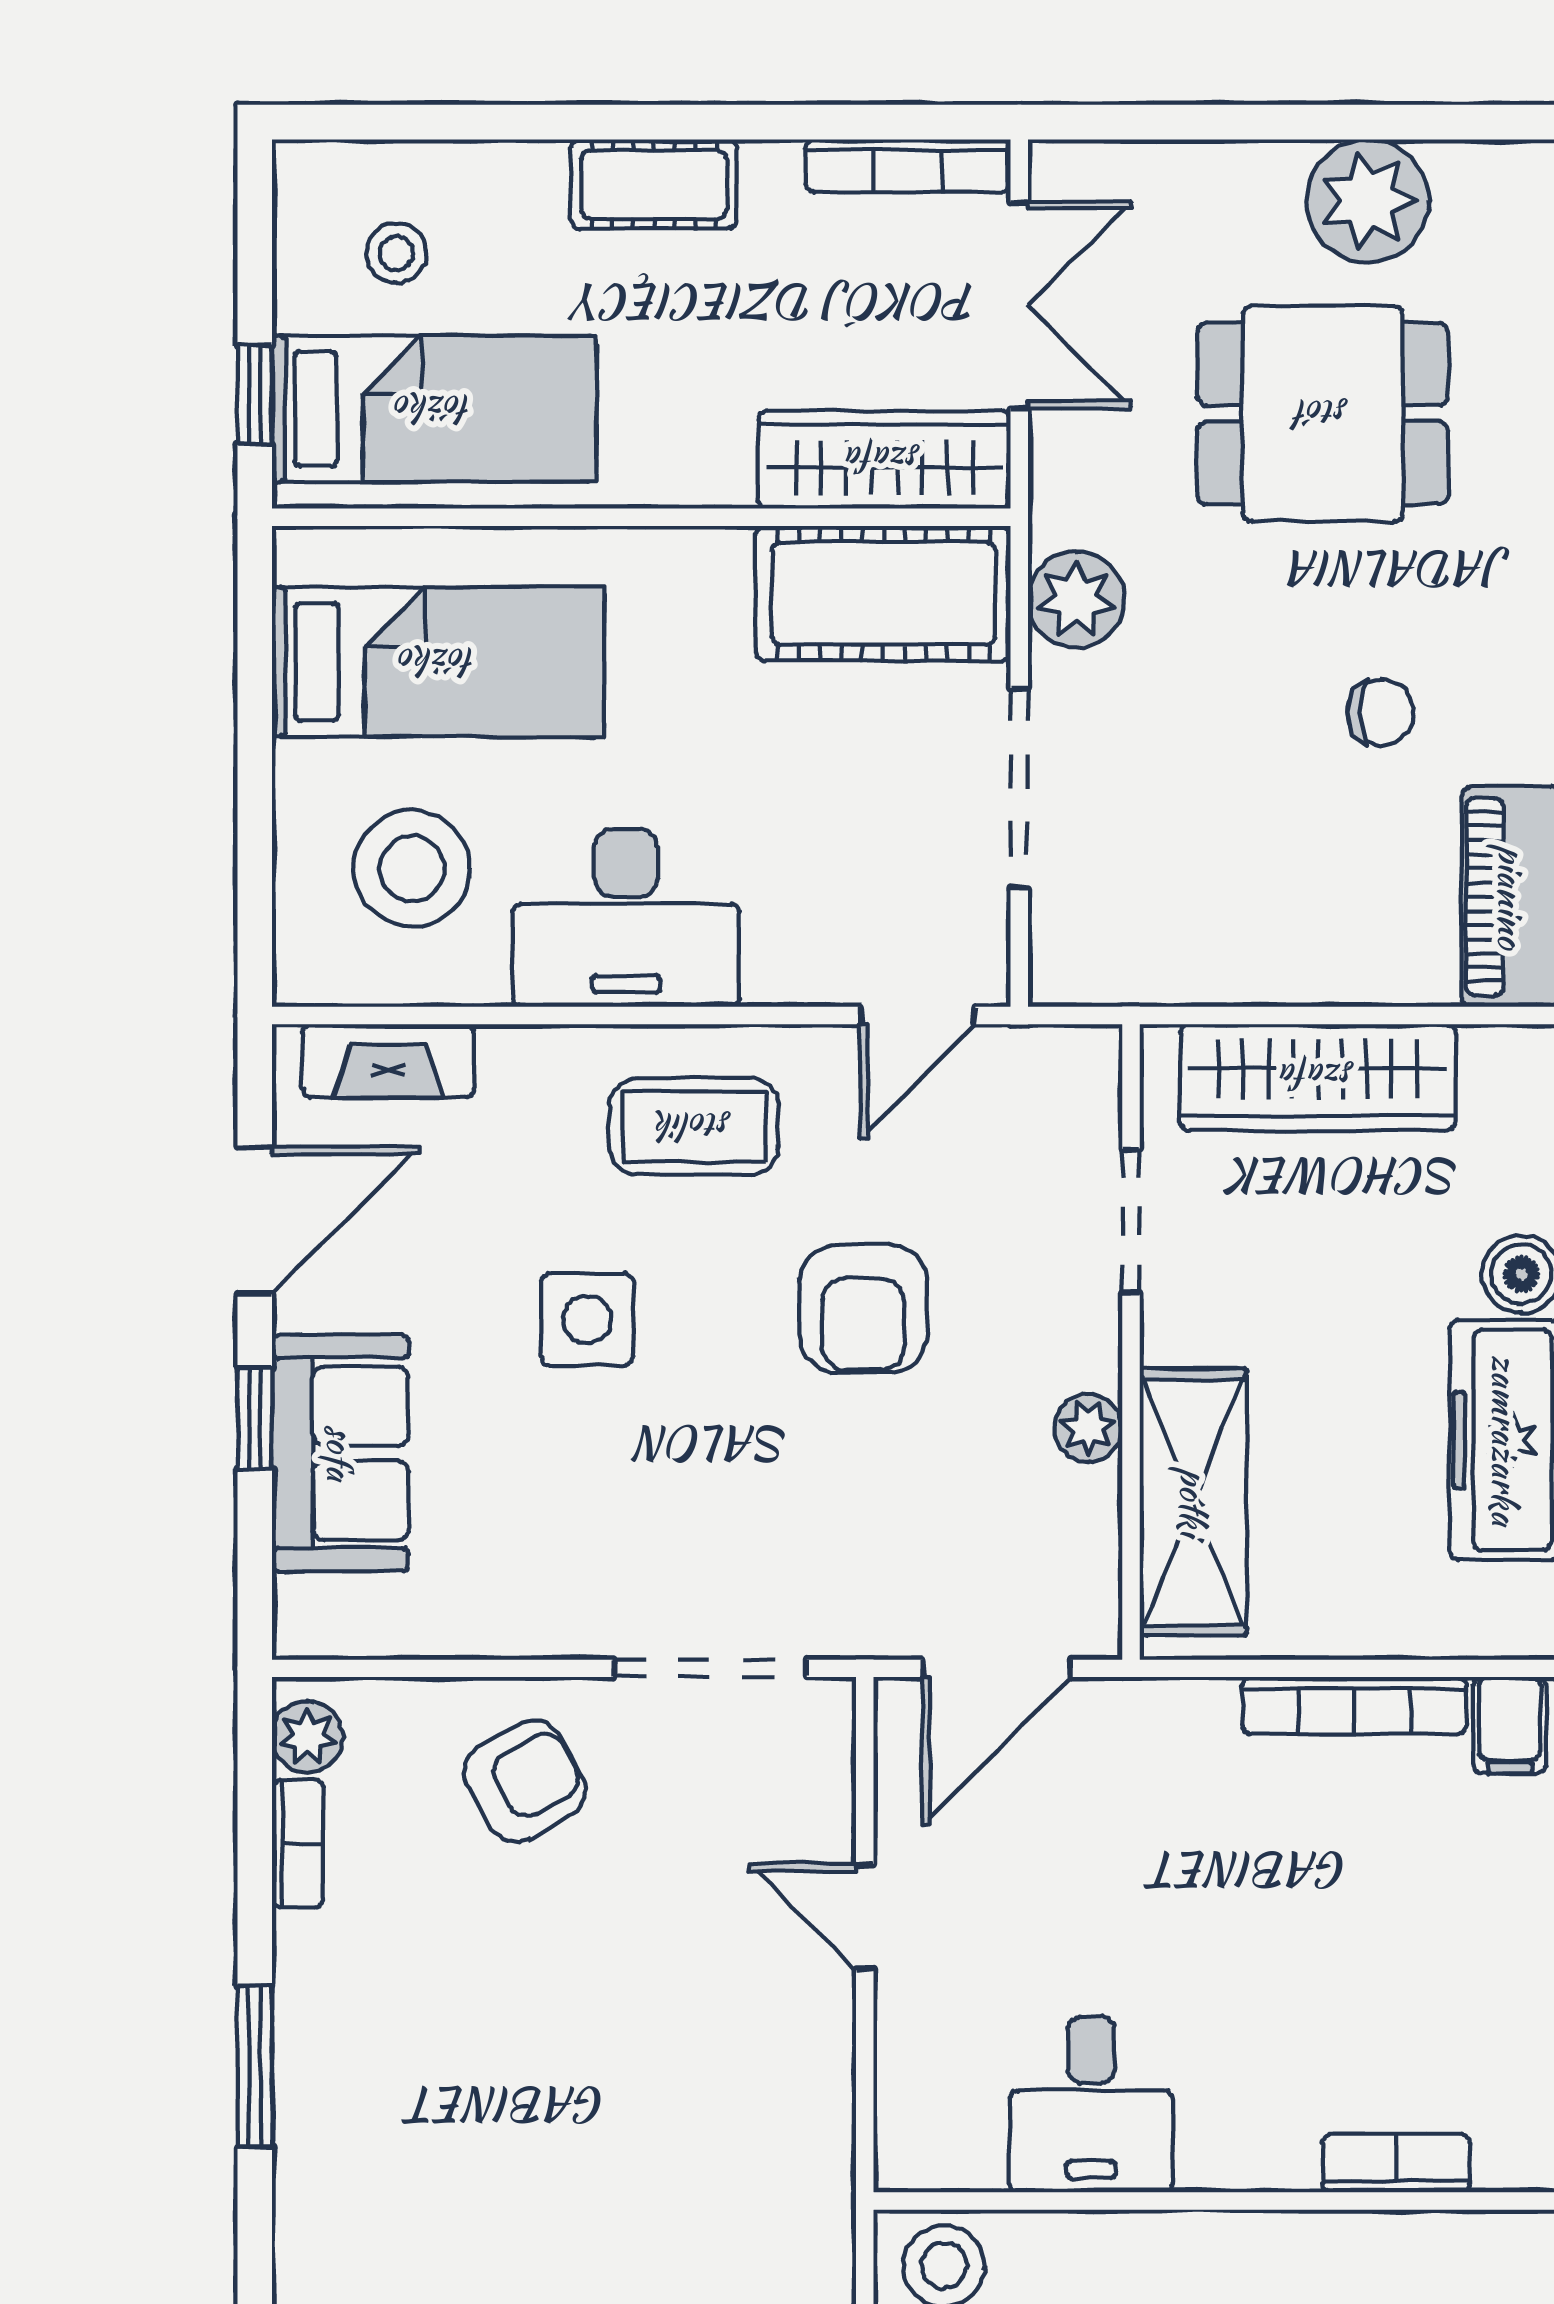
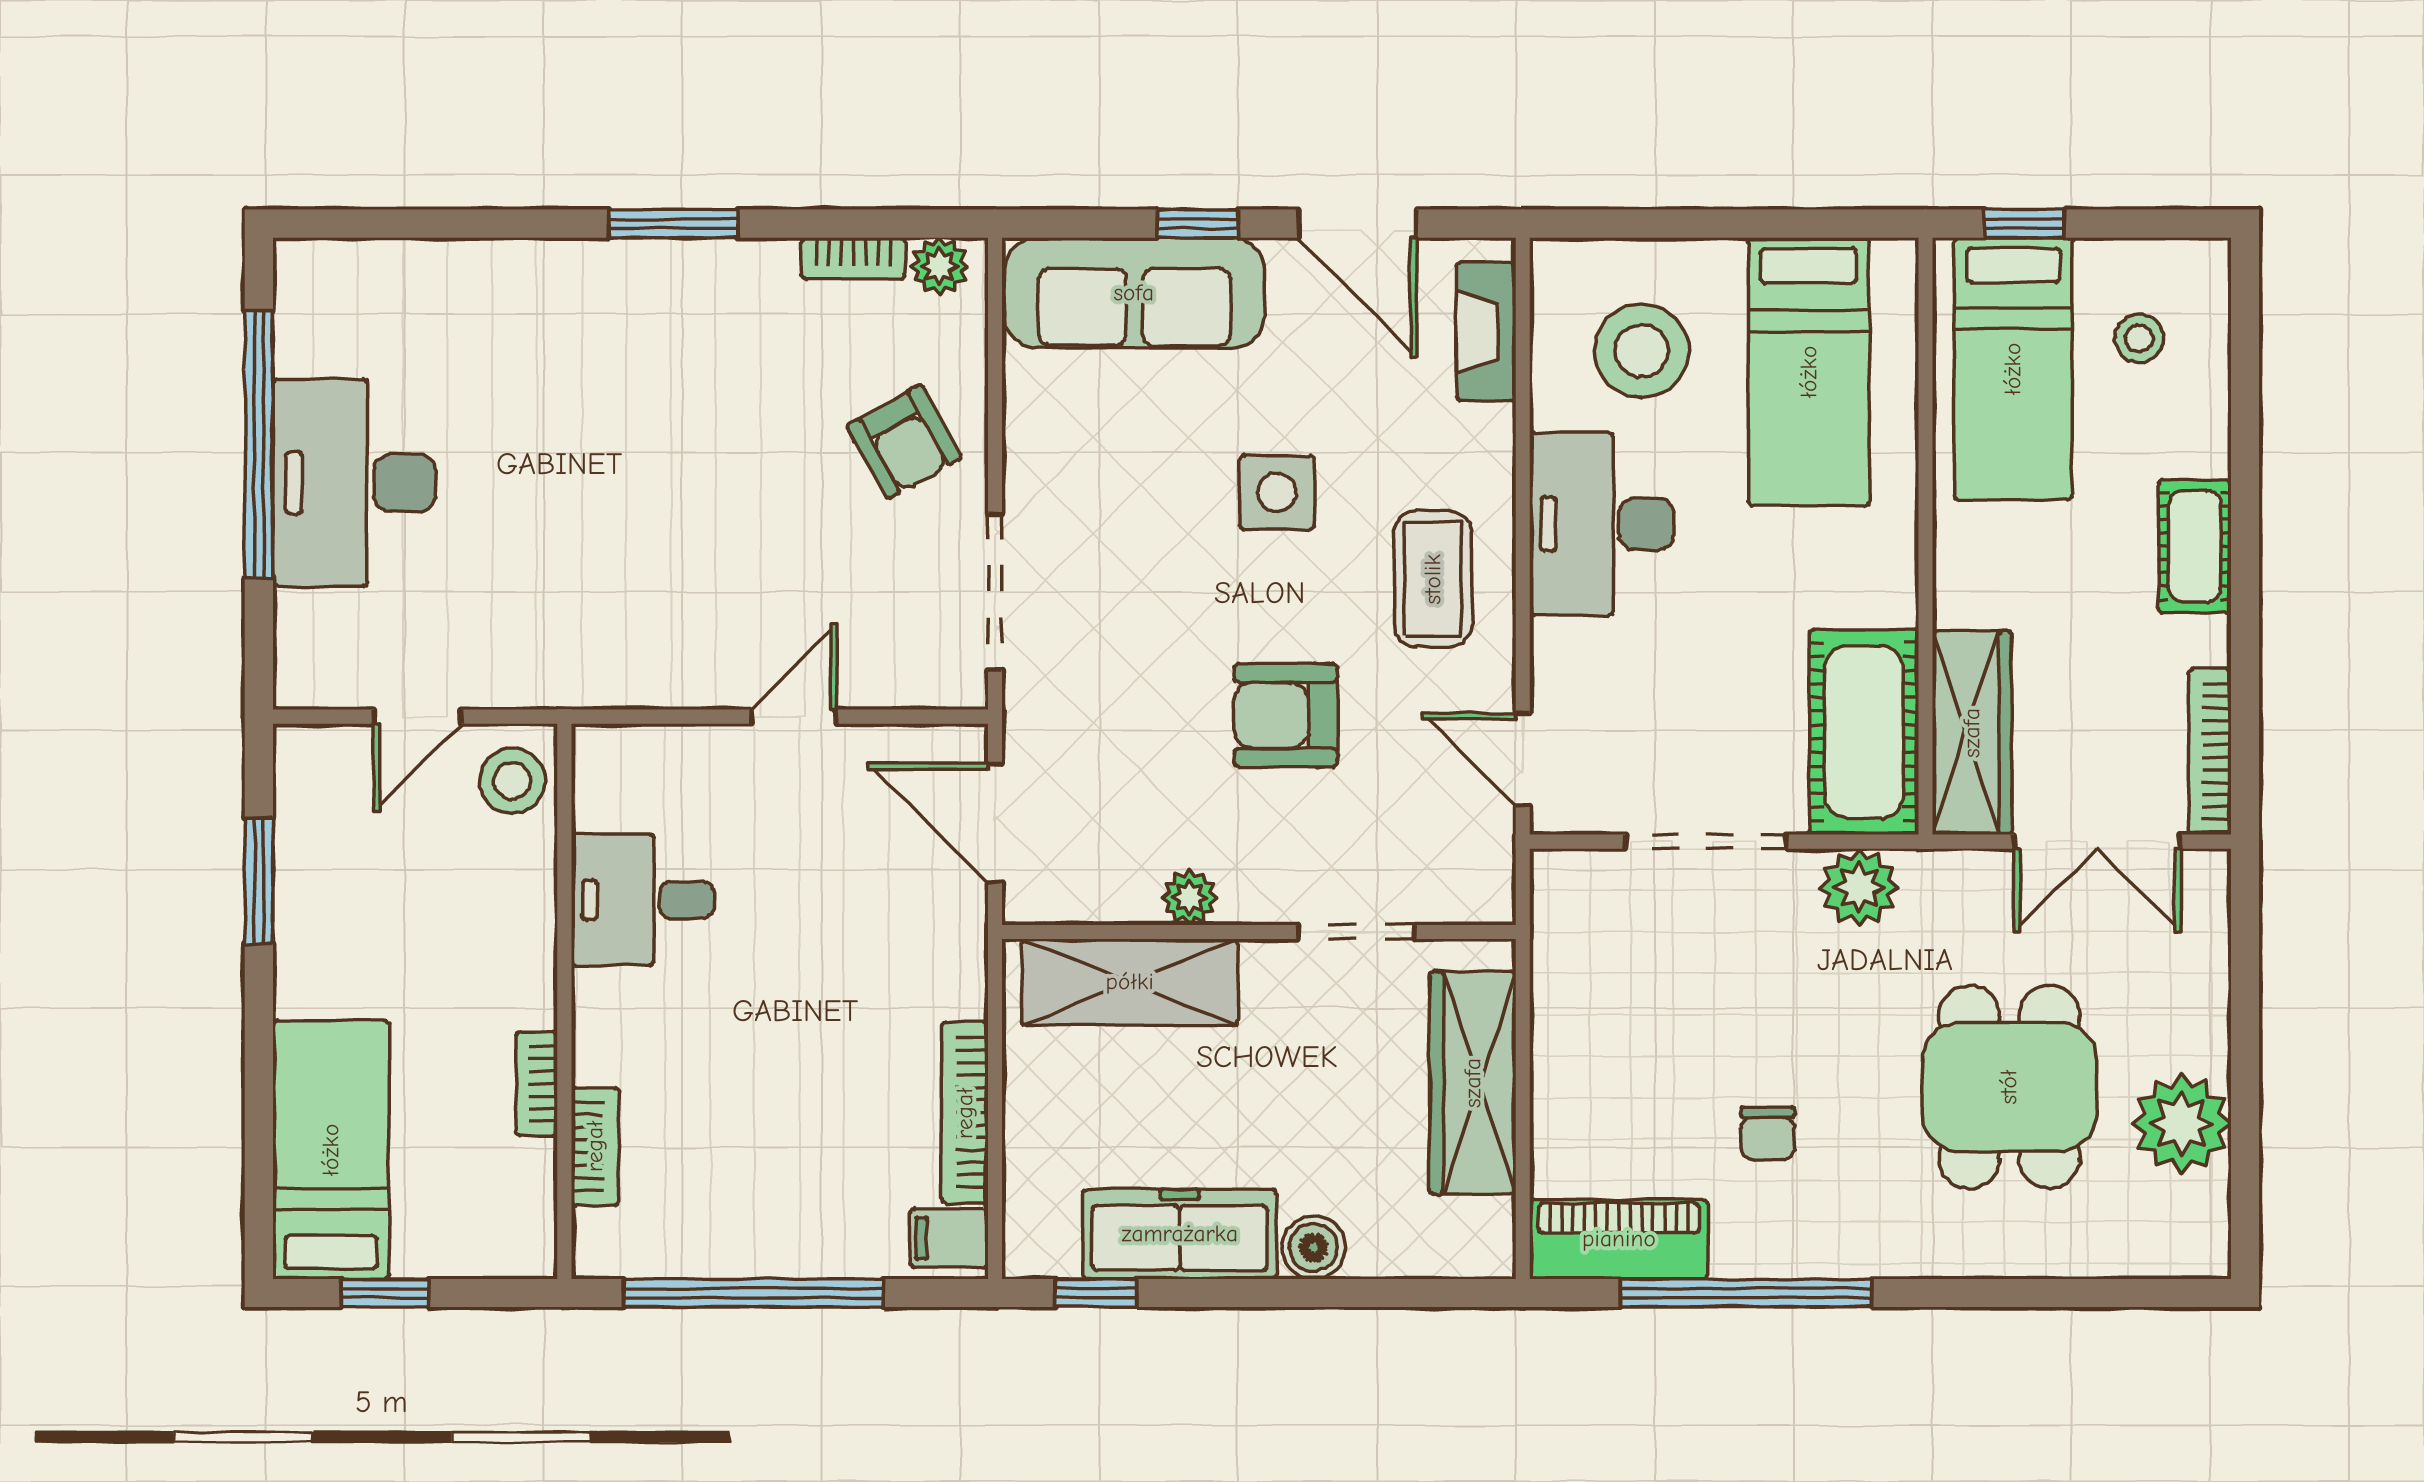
sofa: (340, 1453) -> (1134, 293), width x1.36
bookcase: (1319, 2235) -> (537, 1084), added

